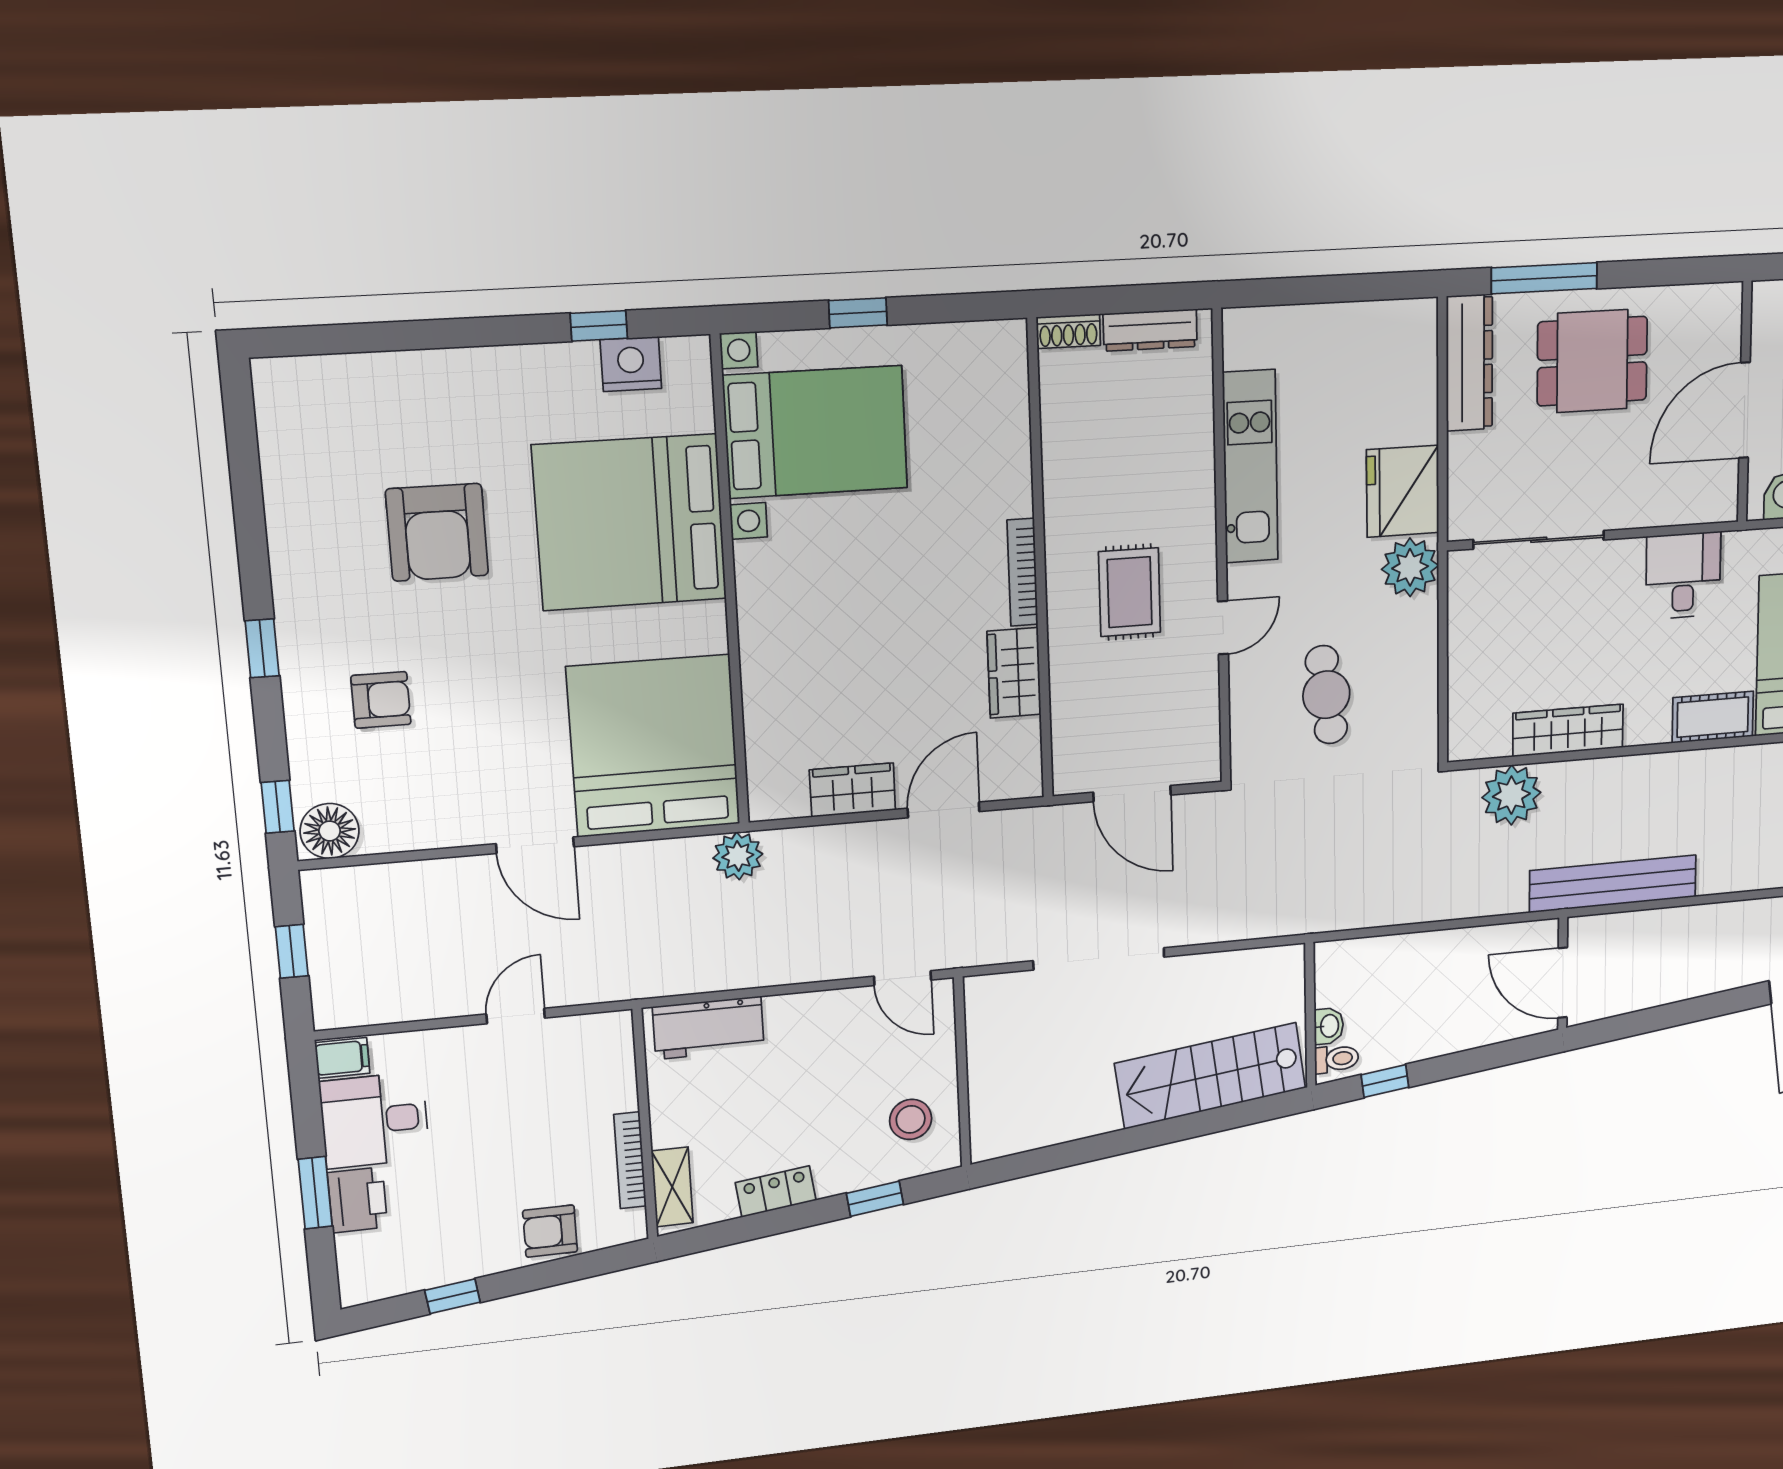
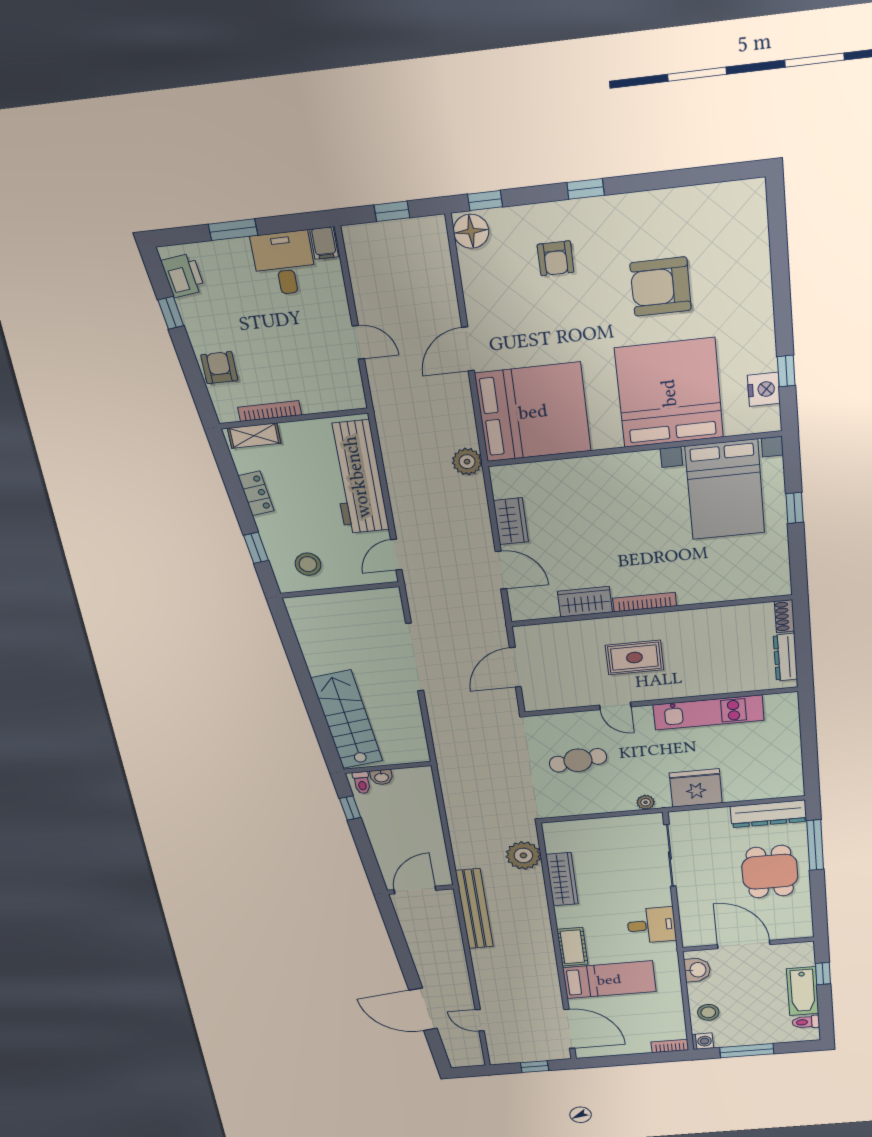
plant: (1410, 567) -> (646, 802), width x0.53, depth x0.53
workbench: (708, 1028) -> (357, 477), width x1.88, depth x1.32
printer: (358, 1200) -> (183, 276), moved, turned -97

